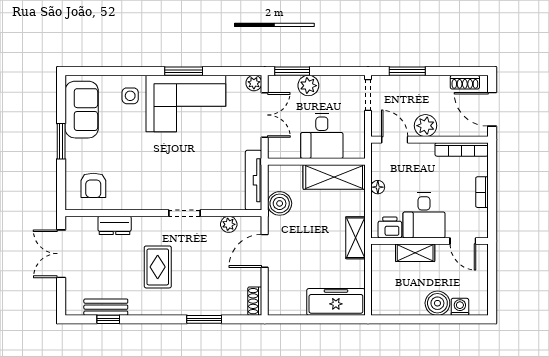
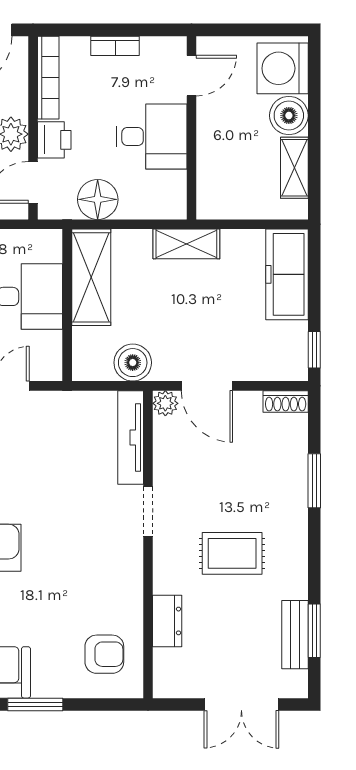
tv unit: (254, 180) -> (131, 438), moved, turned 90
floor lamp: (378, 187) -> (98, 199), width x1.89, depth x1.89
plant: (229, 224) -> (165, 403), moved
printer: (390, 227) -> (54, 140), moved, turned 180
shelving: (415, 253) -> (294, 168), moved
double door: (61, 254) -> (241, 704), moved
washing machine: (460, 307) -> (283, 68), width x1.89, depth x1.89
window: (108, 319) -> (314, 631), width x1.50
window: (288, 319) -> (314, 350), added

